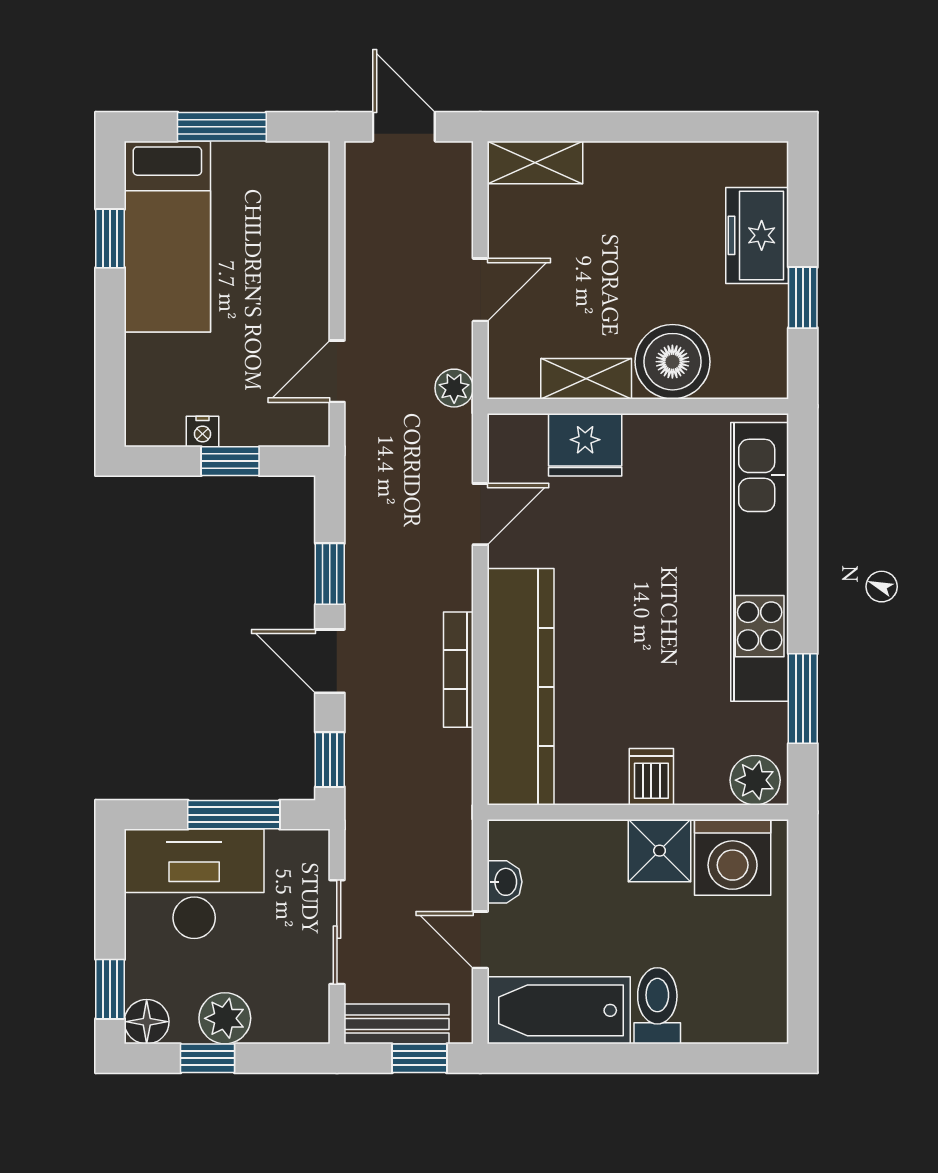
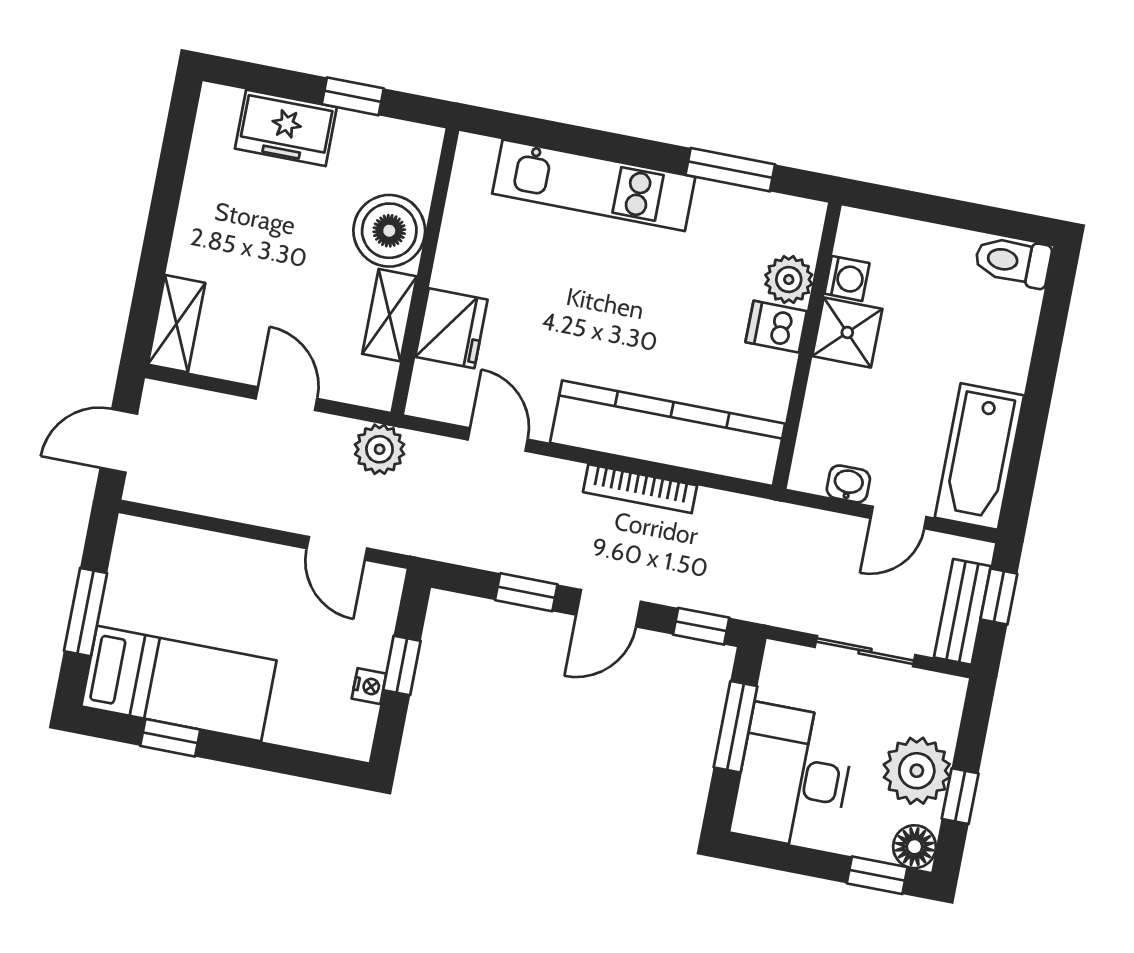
plant: (454, 388) -> (380, 449), width x1.38, depth x1.38
kitchen unit: (760, 562) -> (594, 185), width x0.73
plant: (755, 780) -> (789, 279), moved
washing machine: (733, 857) -> (847, 278), width x0.53, depth x0.53
toilet: (657, 1006) -> (1013, 261), moved
plant: (225, 1018) -> (917, 771), width x1.36, depth x1.36

